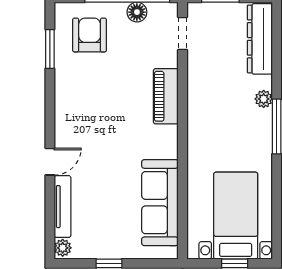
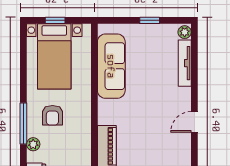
armchair: (238, 137) -> (52, 115), added
door: (50, 162) -> (194, 122), moved

